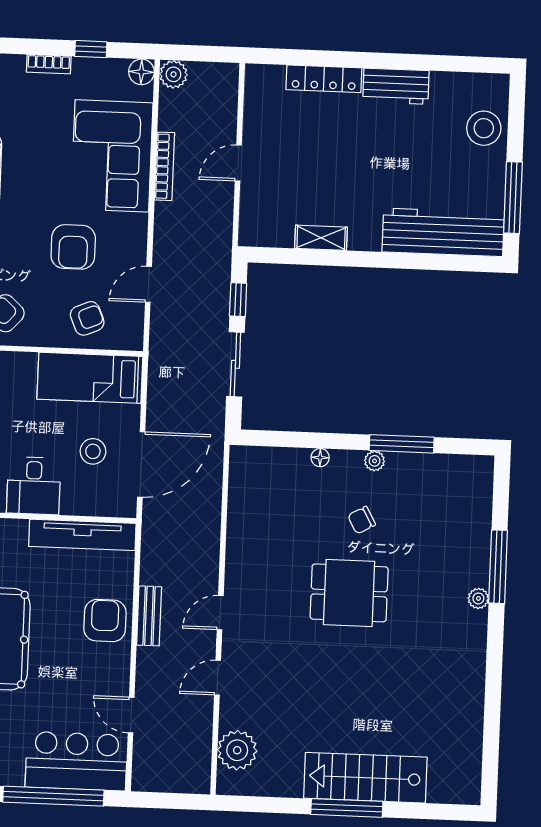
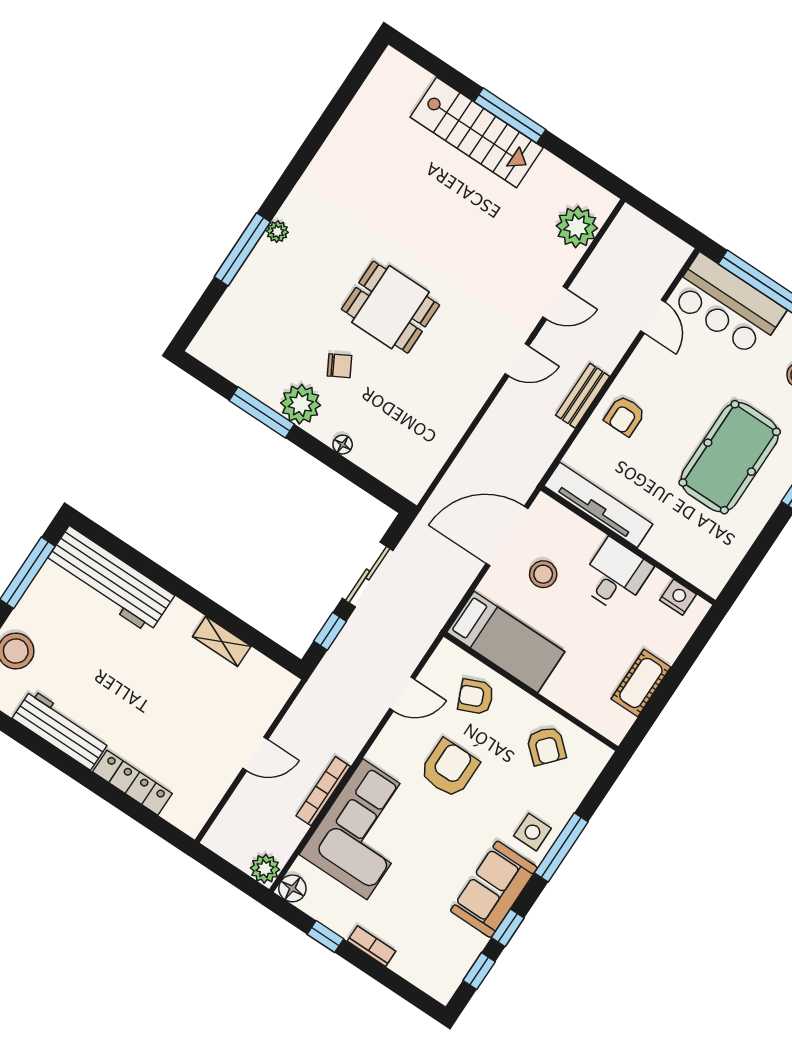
workbench: (396, 86) -> (61, 730), width x1.37
plant: (375, 461) -> (301, 404), width x1.88, depth x1.88
armchair: (105, 621) -> (625, 416), width x0.72, depth x0.72

